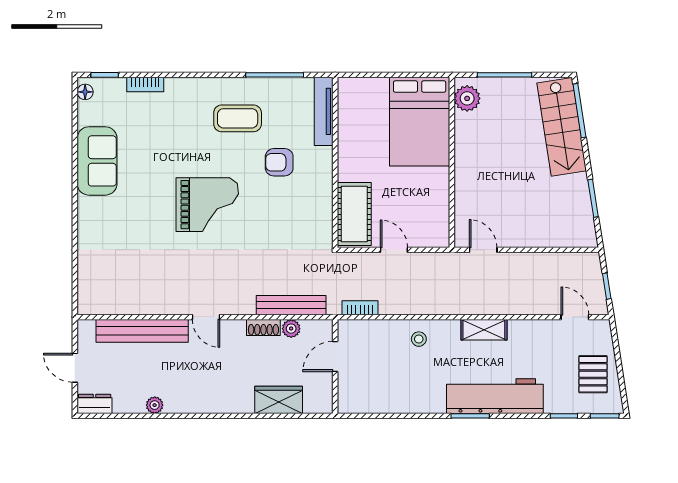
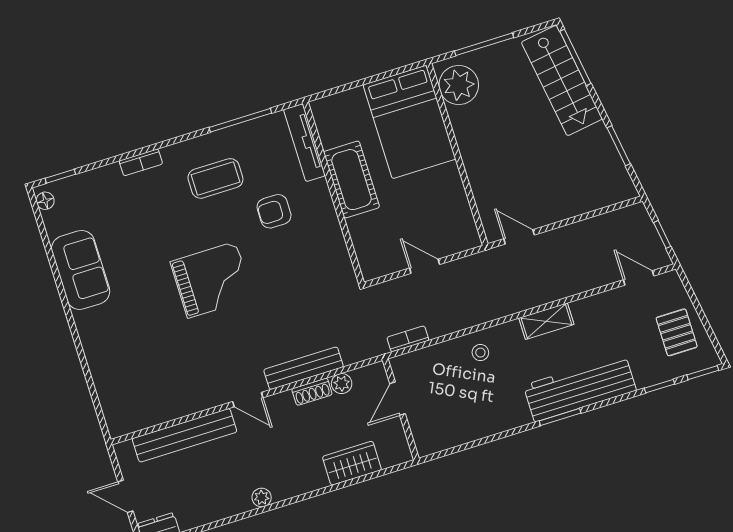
bookcase: (145, 85) -> (141, 162), moved
plant: (467, 98) -> (459, 85), width x1.36, depth x1.36
cot: (354, 214) -> (351, 180), moved
bench: (291, 305) -> (304, 368), moved
plant: (155, 405) -> (262, 498), moved

